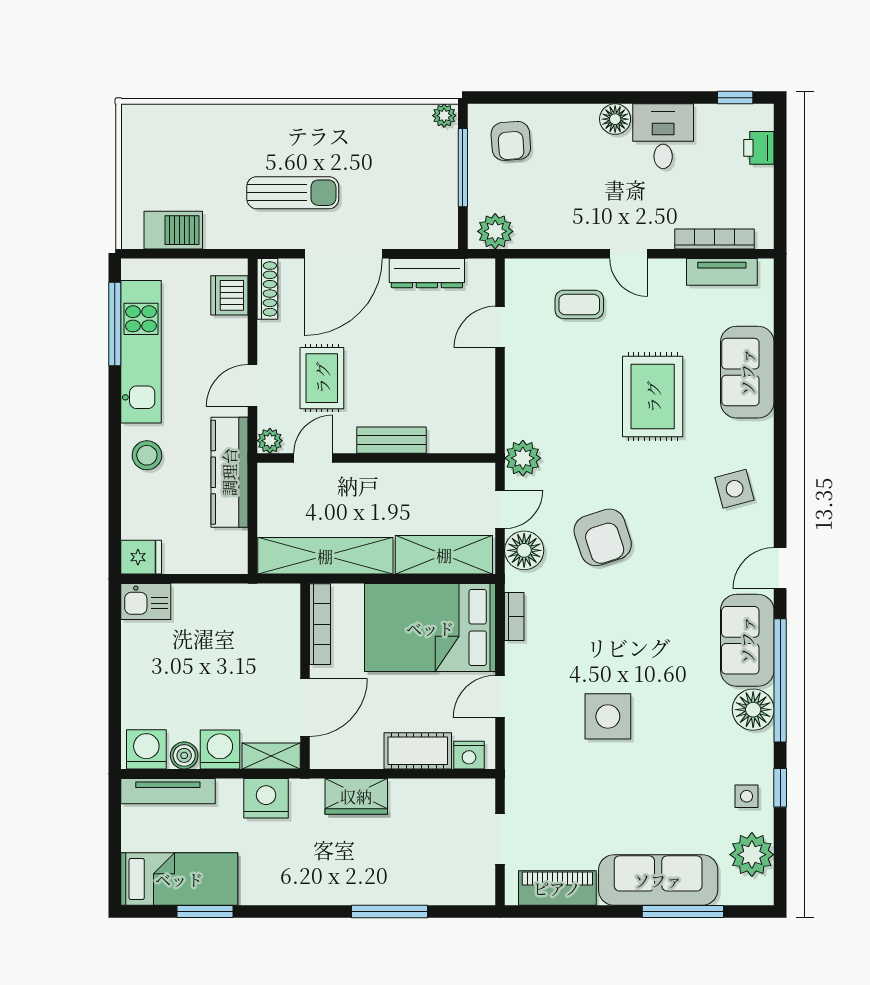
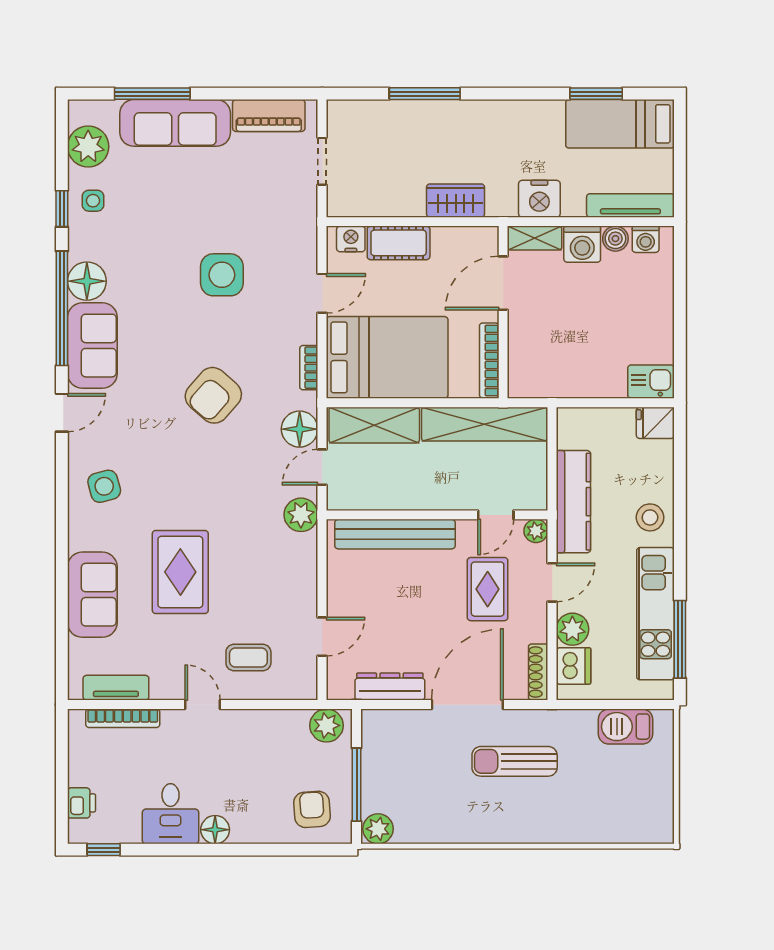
plant: (444, 116) -> (378, 829), width x1.38, depth x1.38
plant: (230, 335) -> (572, 629), added
bench: (392, 440) -> (395, 534), width x1.86, depth x1.21
armchair: (603, 537) -> (213, 395), moved, turned -121
washing machine: (146, 749) -> (646, 239), width x0.73, depth x0.73

